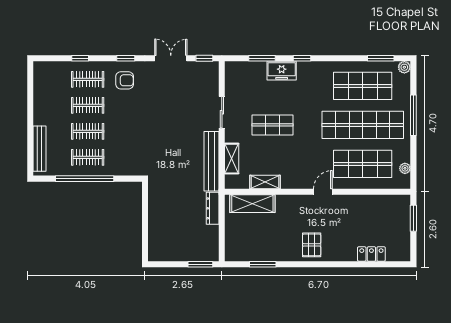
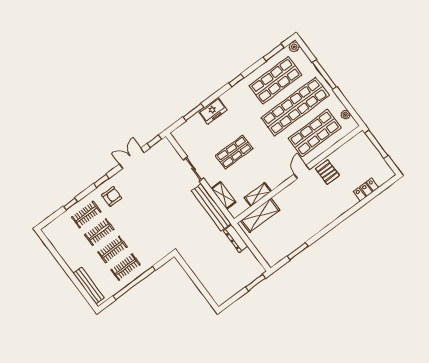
window: (302, 58) -> (236, 80), moved
window: (413, 218) -> (376, 144), width x1.44
pallet: (312, 245) -> (327, 172), moved

